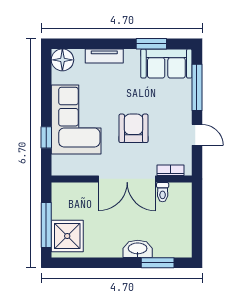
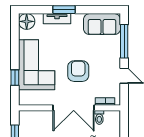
window: (151, 44) -> (64, 10), moved

